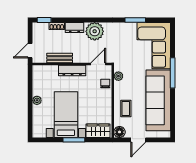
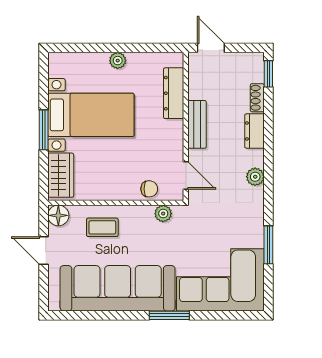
plant: (95, 31) -> (255, 177), width x0.53, depth x0.53
bench: (60, 58) -> (197, 124), moved
dresser: (72, 71) -> (174, 93), moved
window: (173, 73) -> (169, 315), width x0.69

